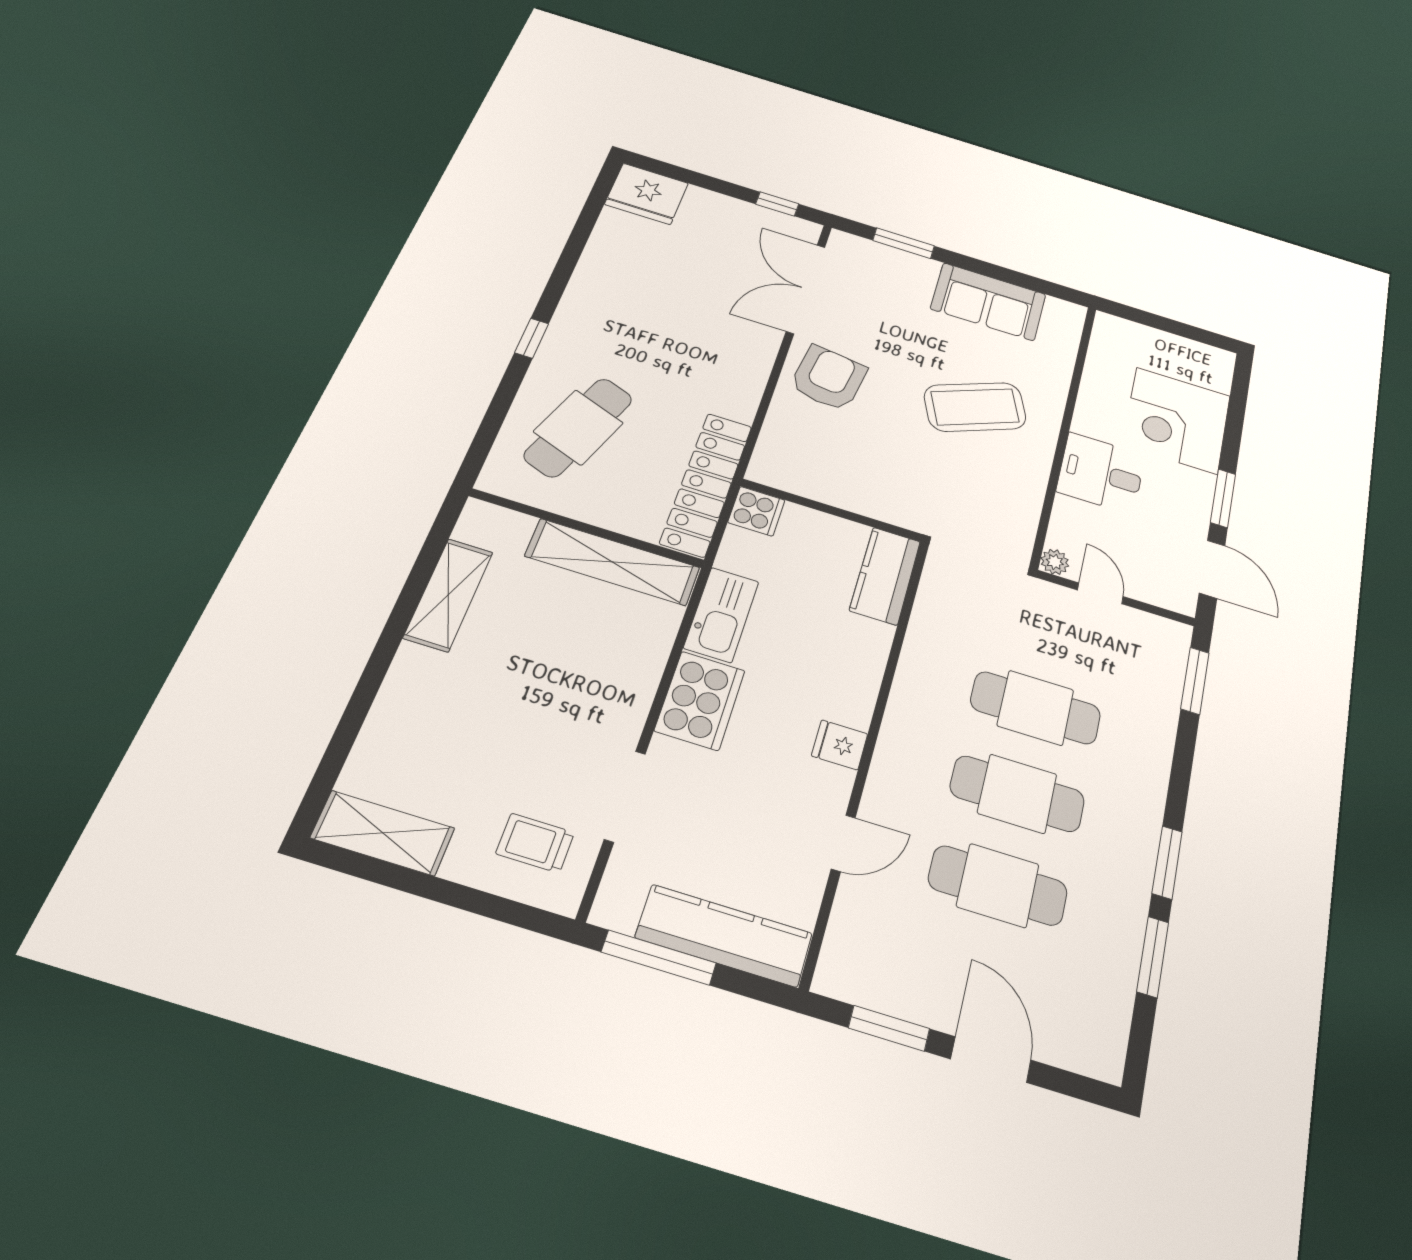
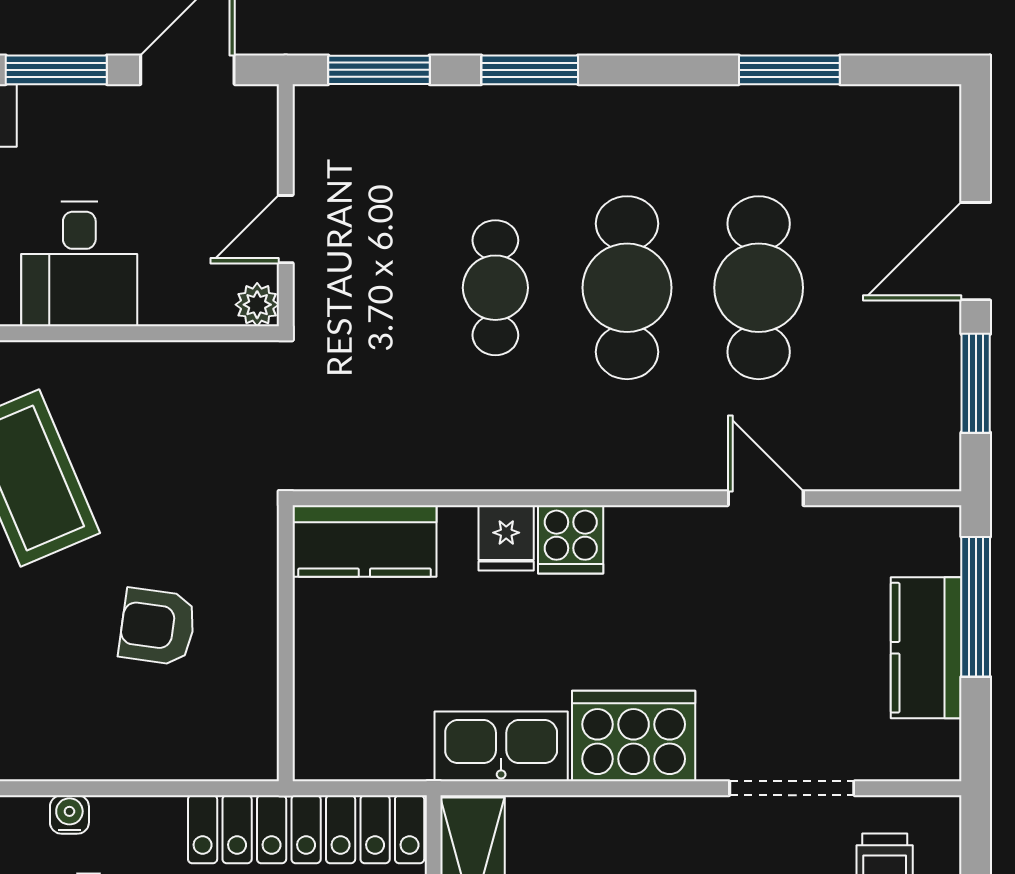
water cooler: (761, 362) -> (69, 814), added
armchair: (828, 378) -> (157, 627), moved, width x0.72, depth x0.72
cooker: (756, 511) -> (571, 539), moved, turned 180
cafe table: (1035, 708) -> (495, 288), width x0.73, depth x0.74
fridge: (840, 745) -> (506, 538), moved
window: (1167, 862) -> (530, 70), moved
kitchen counter: (724, 936) -> (926, 648), width x0.67
window: (659, 958) -> (976, 607), moved

